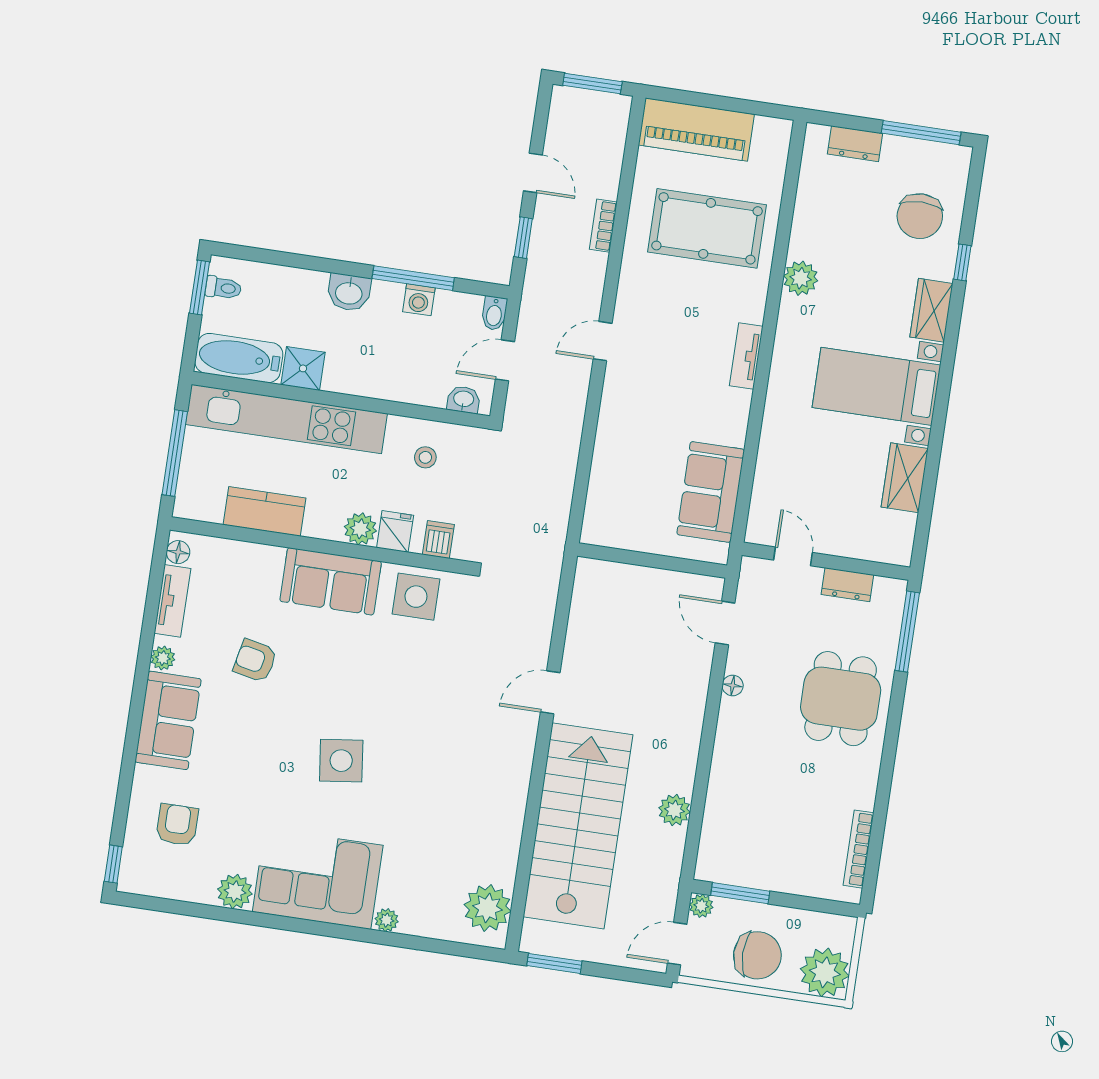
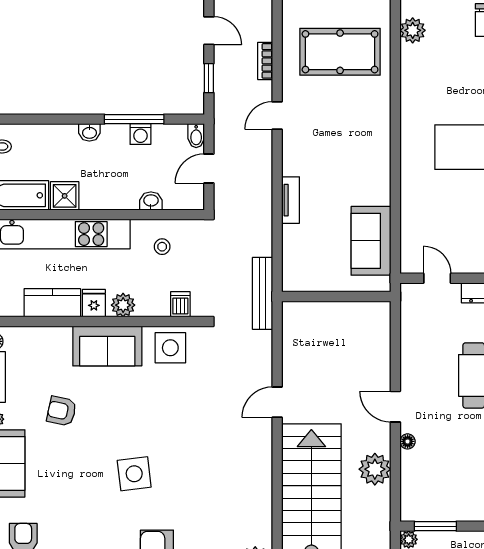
plant: (801, 278) -> (413, 30), moved
washbasin: (349, 292) -> (89, 132), width x0.72, depth x0.69
door: (603, 341) -> (277, 115), moved
tv unit: (746, 356) -> (291, 200), moved, turned 180
washbasin: (464, 400) -> (151, 201), moved
fridge: (395, 531) -> (94, 303), moved
bench: (552, 541) -> (263, 293), added
door: (725, 623) -> (395, 407), moved
floor lamp: (733, 685) -> (408, 441), moved
plant: (674, 810) -> (375, 469), width x1.36, depth x1.36

